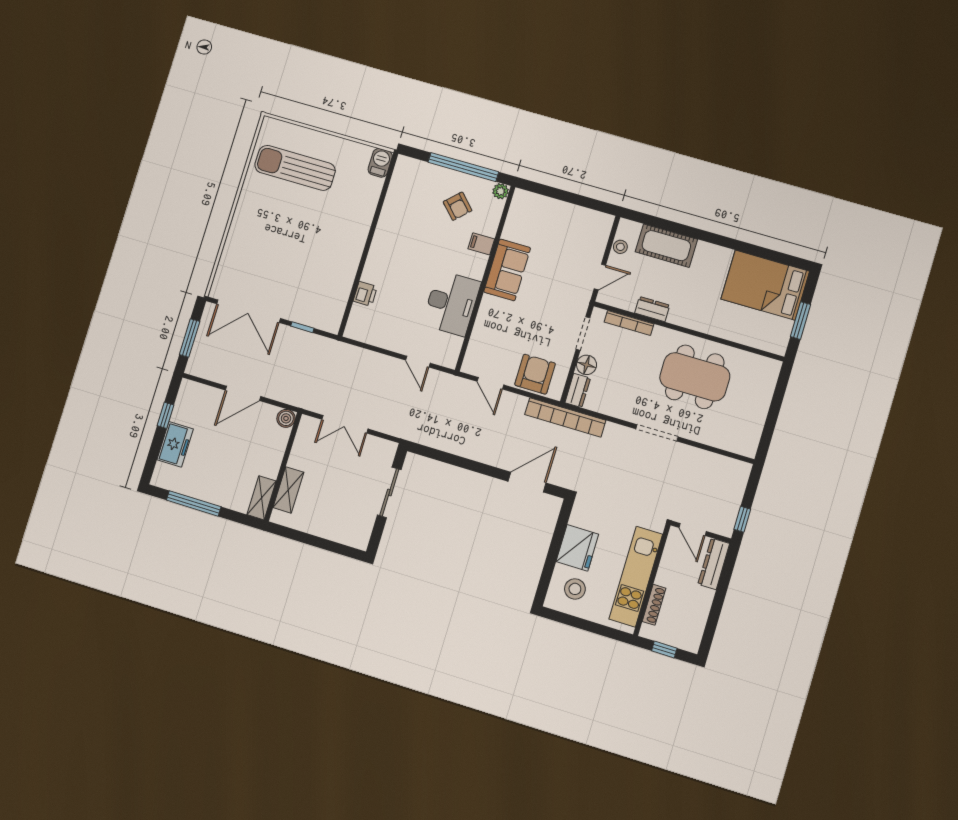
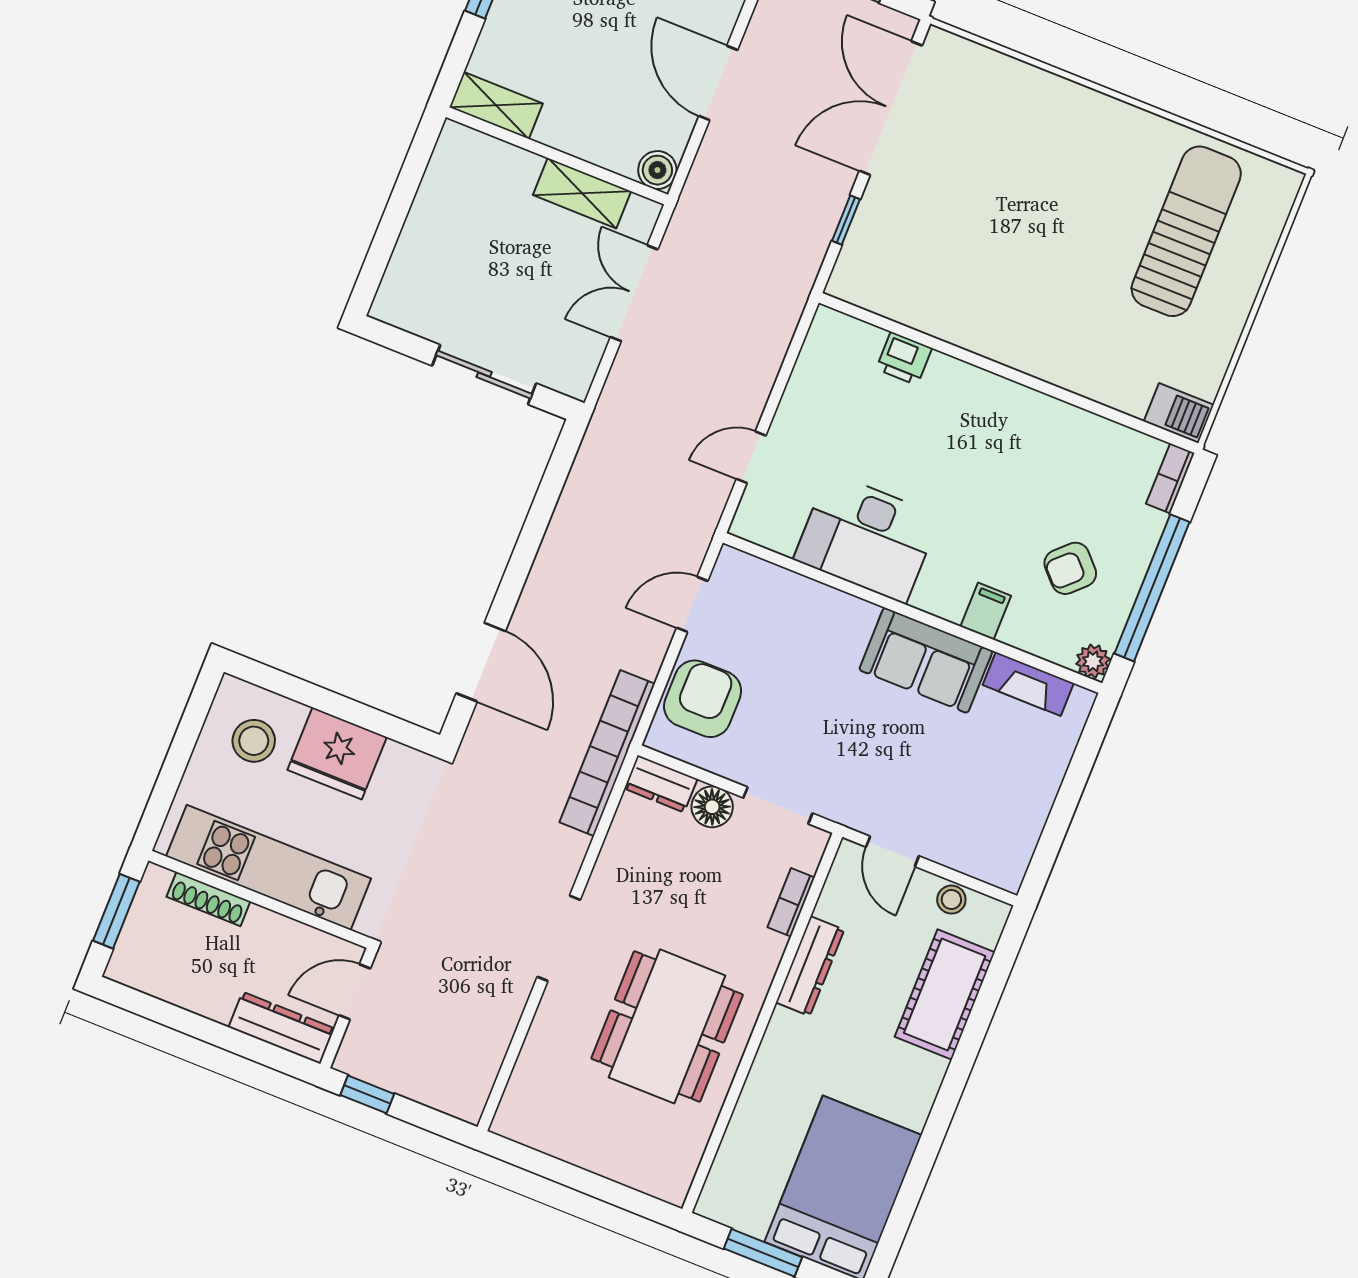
bookcase: (411, 164) -> (1170, 478), added
fireplace: (514, 221) -> (1028, 684), added
dresser: (652, 309) -> (810, 966), width x1.44
bookcase: (629, 323) -> (791, 902), width x0.64
armchair: (535, 374) -> (703, 699), turned -90
shelving: (288, 490) -> (582, 193), moved
window: (664, 649) -> (116, 911), width x1.50

